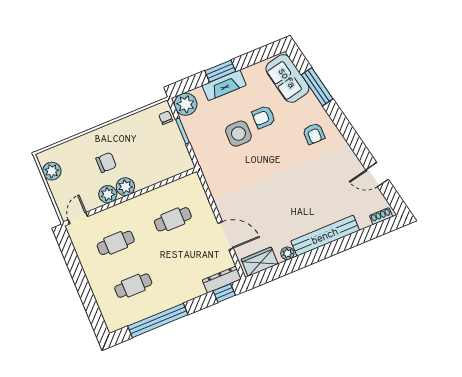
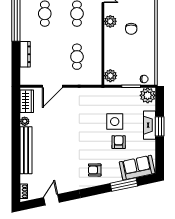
plant: (125, 187) -> (110, 76), moved
dresser: (222, 280) -> (25, 54), moved
window: (224, 293) -> (16, 70), removed

